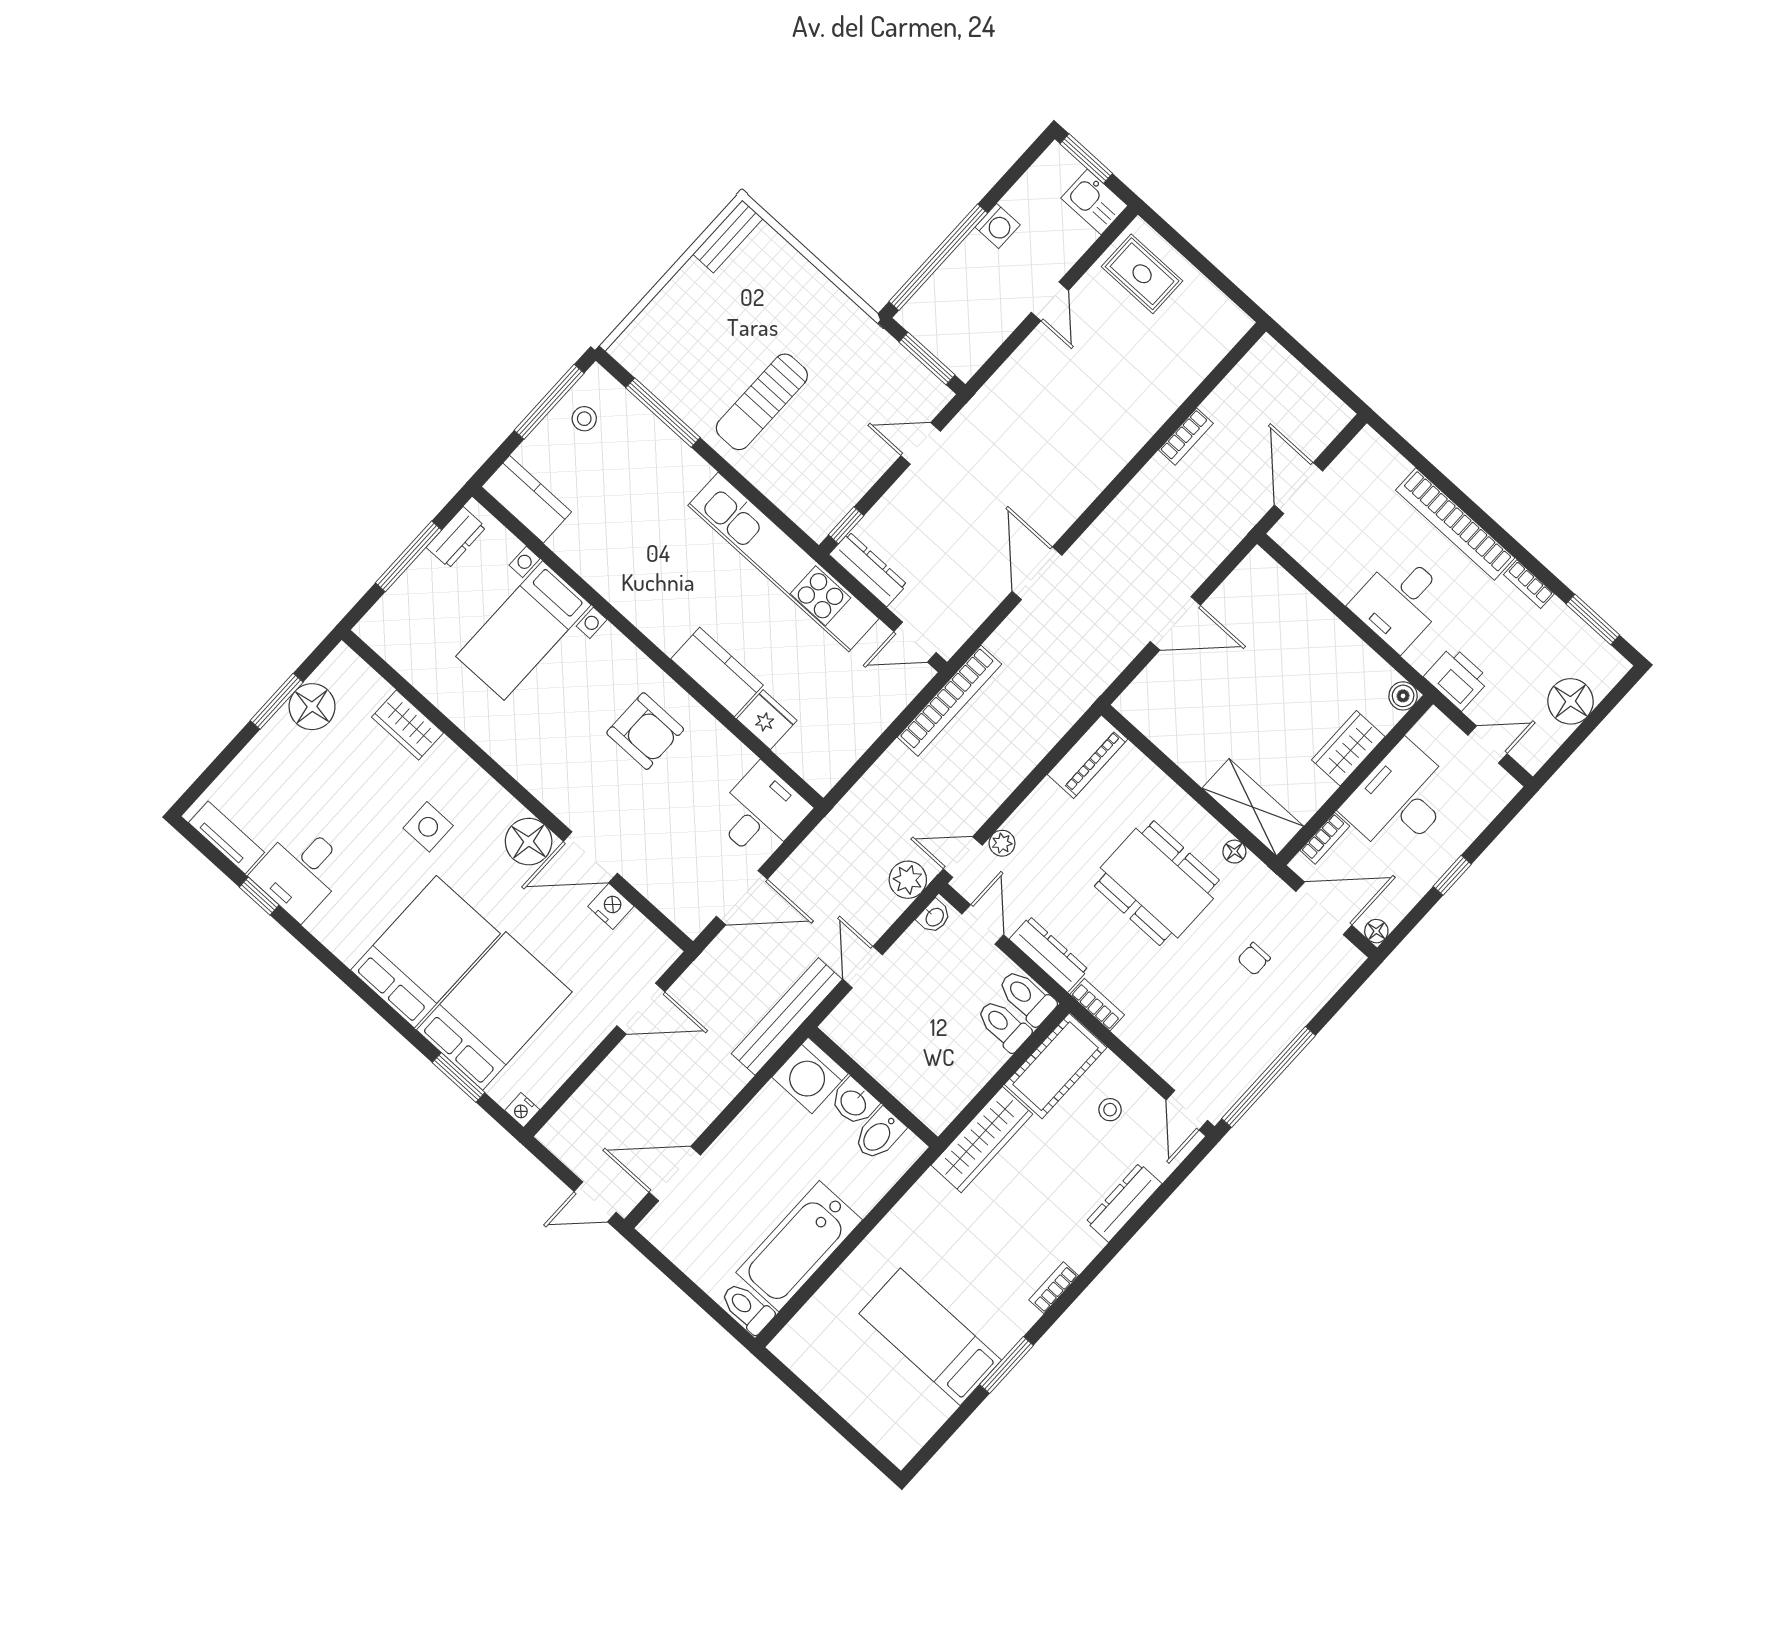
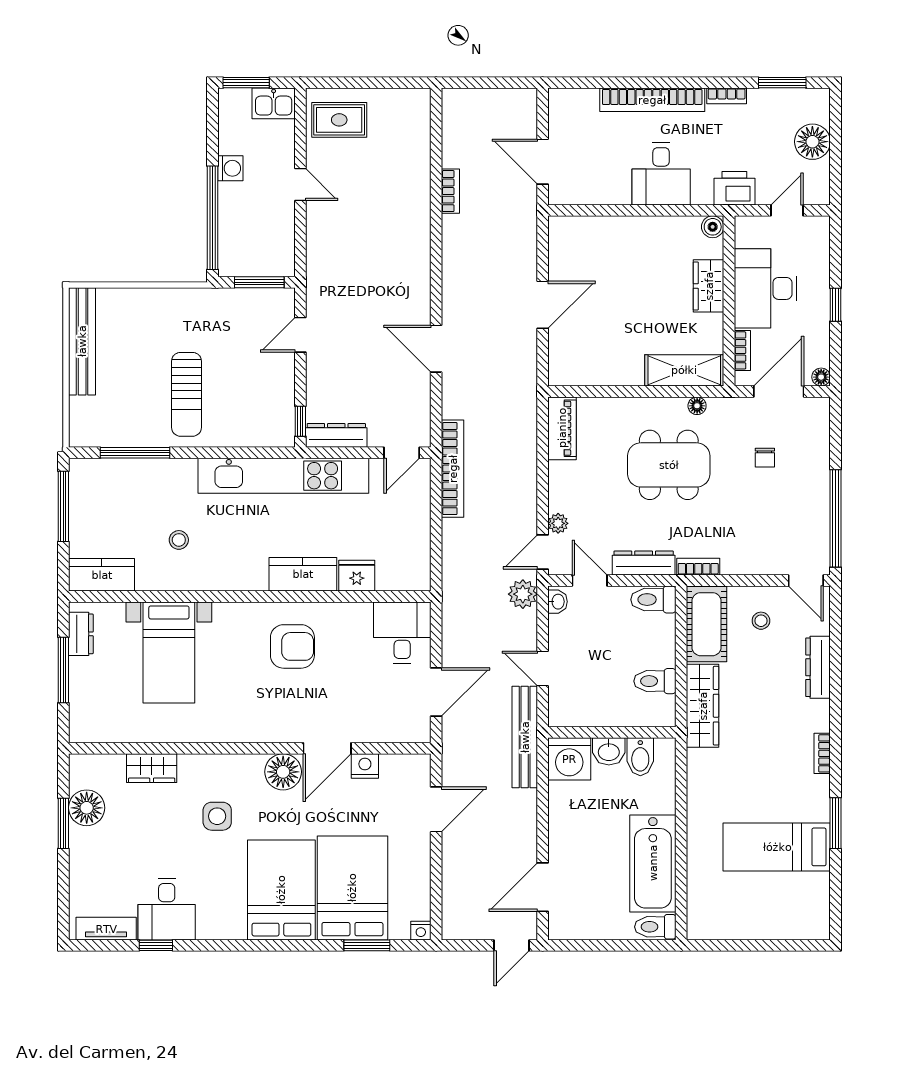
bench: (728, 236) -> (82, 341), width x1.86, depth x1.21
stool: (584, 419) -> (179, 540), moved
toilet: (1004, 1025) -> (655, 681), moved

